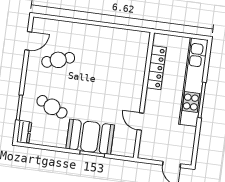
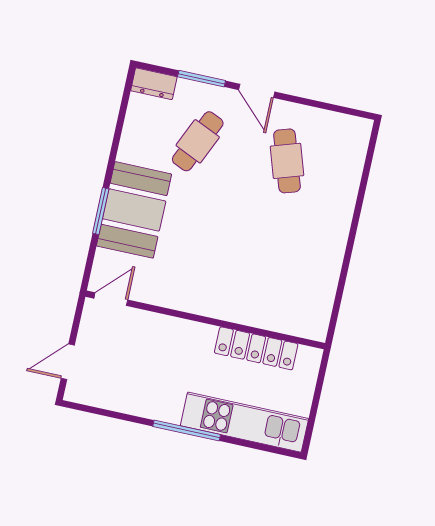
door: (28, 41) -> (257, 91), moved
kitchen unit: (193, 82) -> (244, 422), width x0.73
door: (140, 122) -> (111, 299), moved

